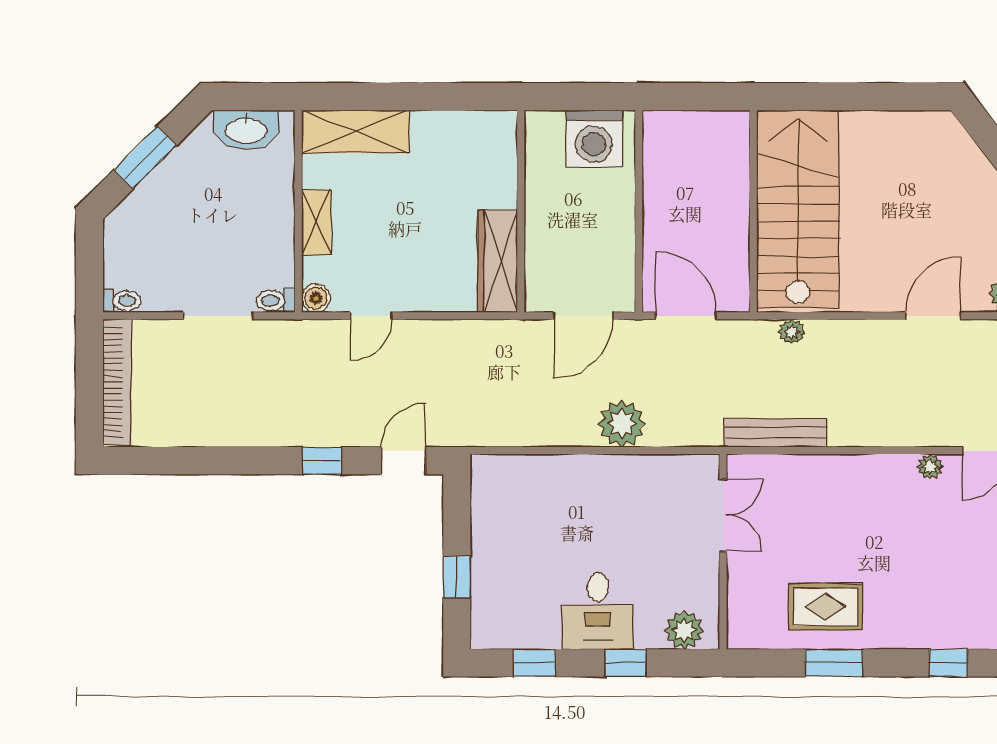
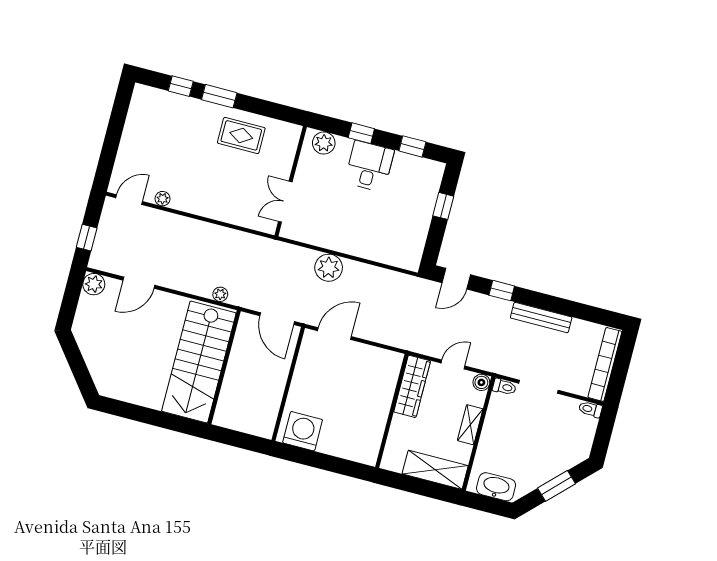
wall: (521, 211) -> (392, 411), moved
wardrobe: (498, 261) -> (412, 386), moved
bench: (775, 433) -> (541, 318), moved
window: (834, 663) -> (219, 96), moved

